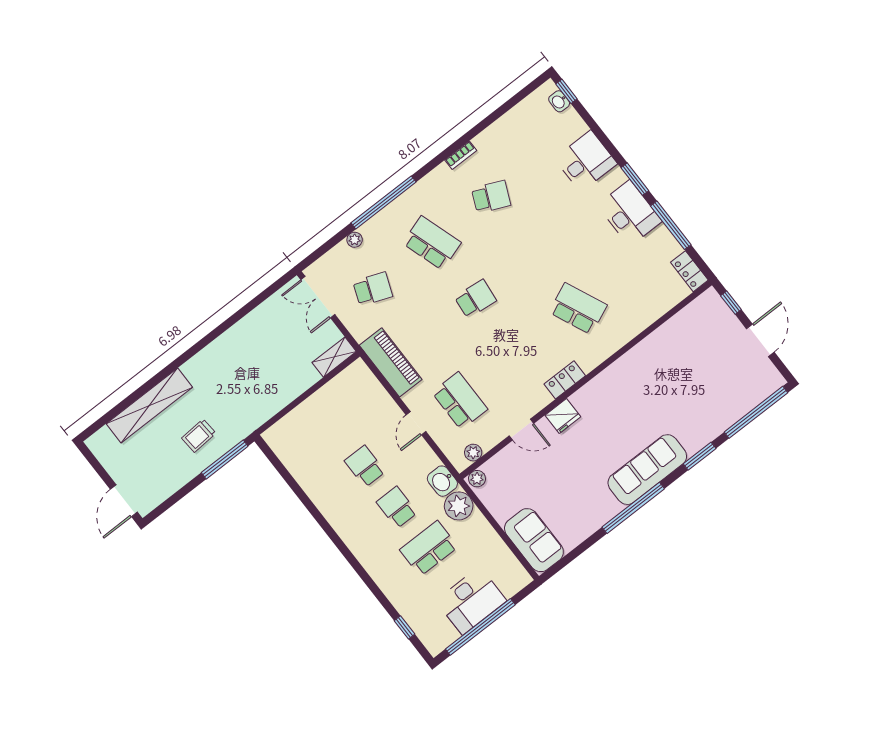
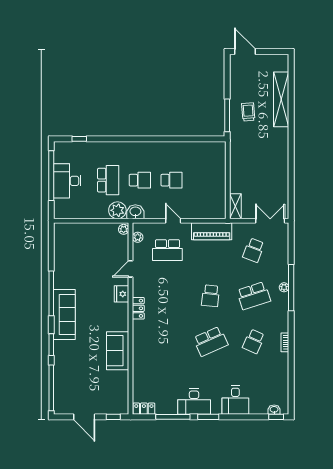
plant: (355, 240) -> (284, 287), moved
school desk: (578, 309) -> (211, 341), moved
sofa: (534, 540) -> (118, 351), moved, turned 90

